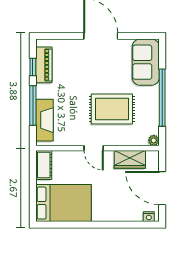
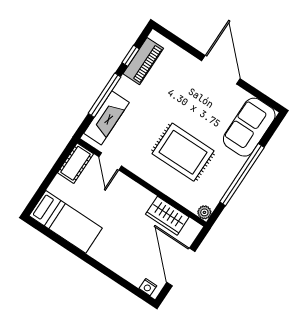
door: (94, 148) -> (110, 161), moved
bed: (63, 203) -> (66, 222), width x0.67

